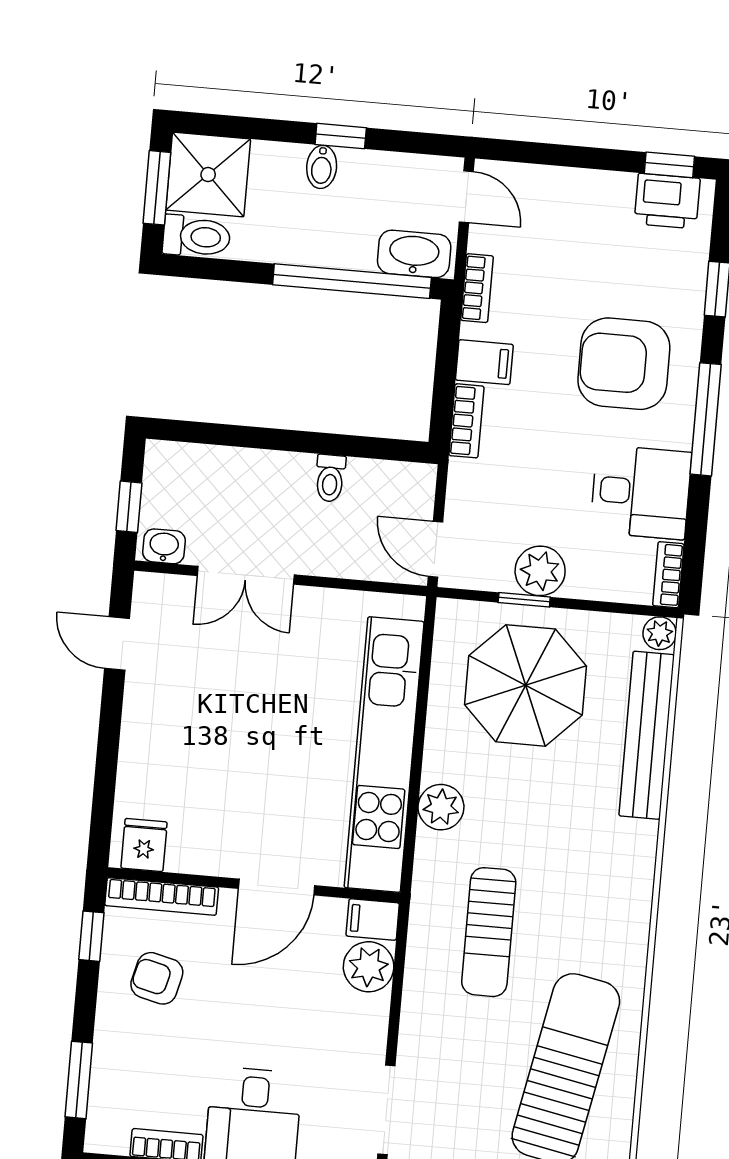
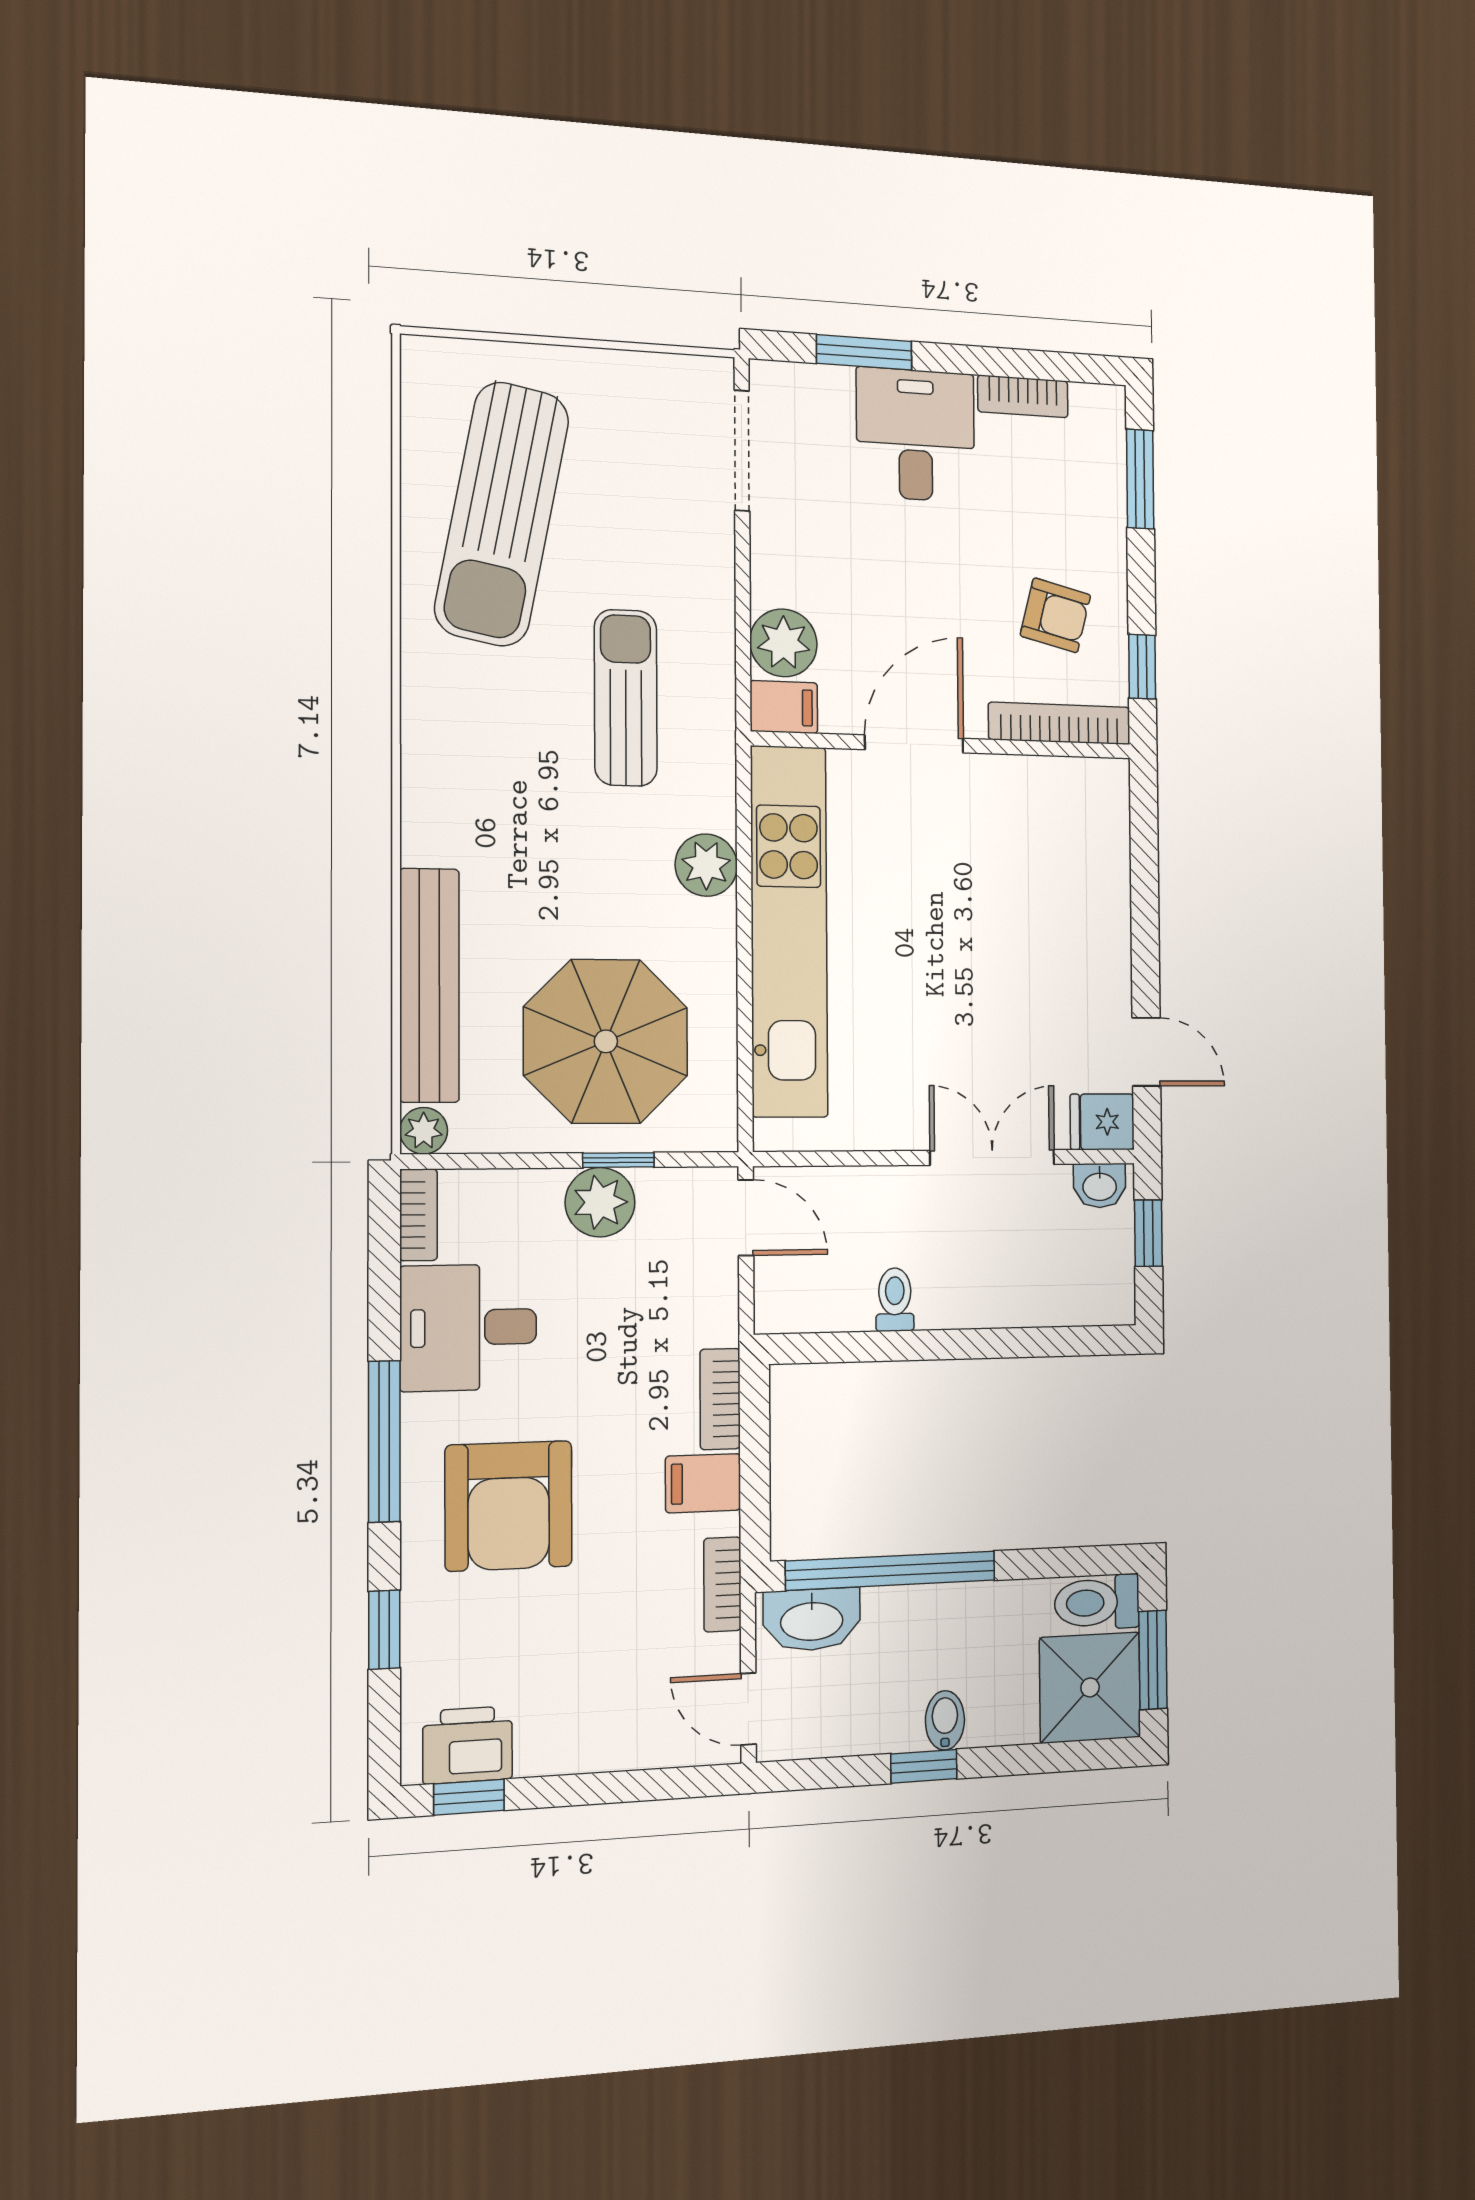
armchair: (624, 364) -> (509, 1506), turned 90
fridge: (144, 845) -> (1102, 1122), moved, turned 90

